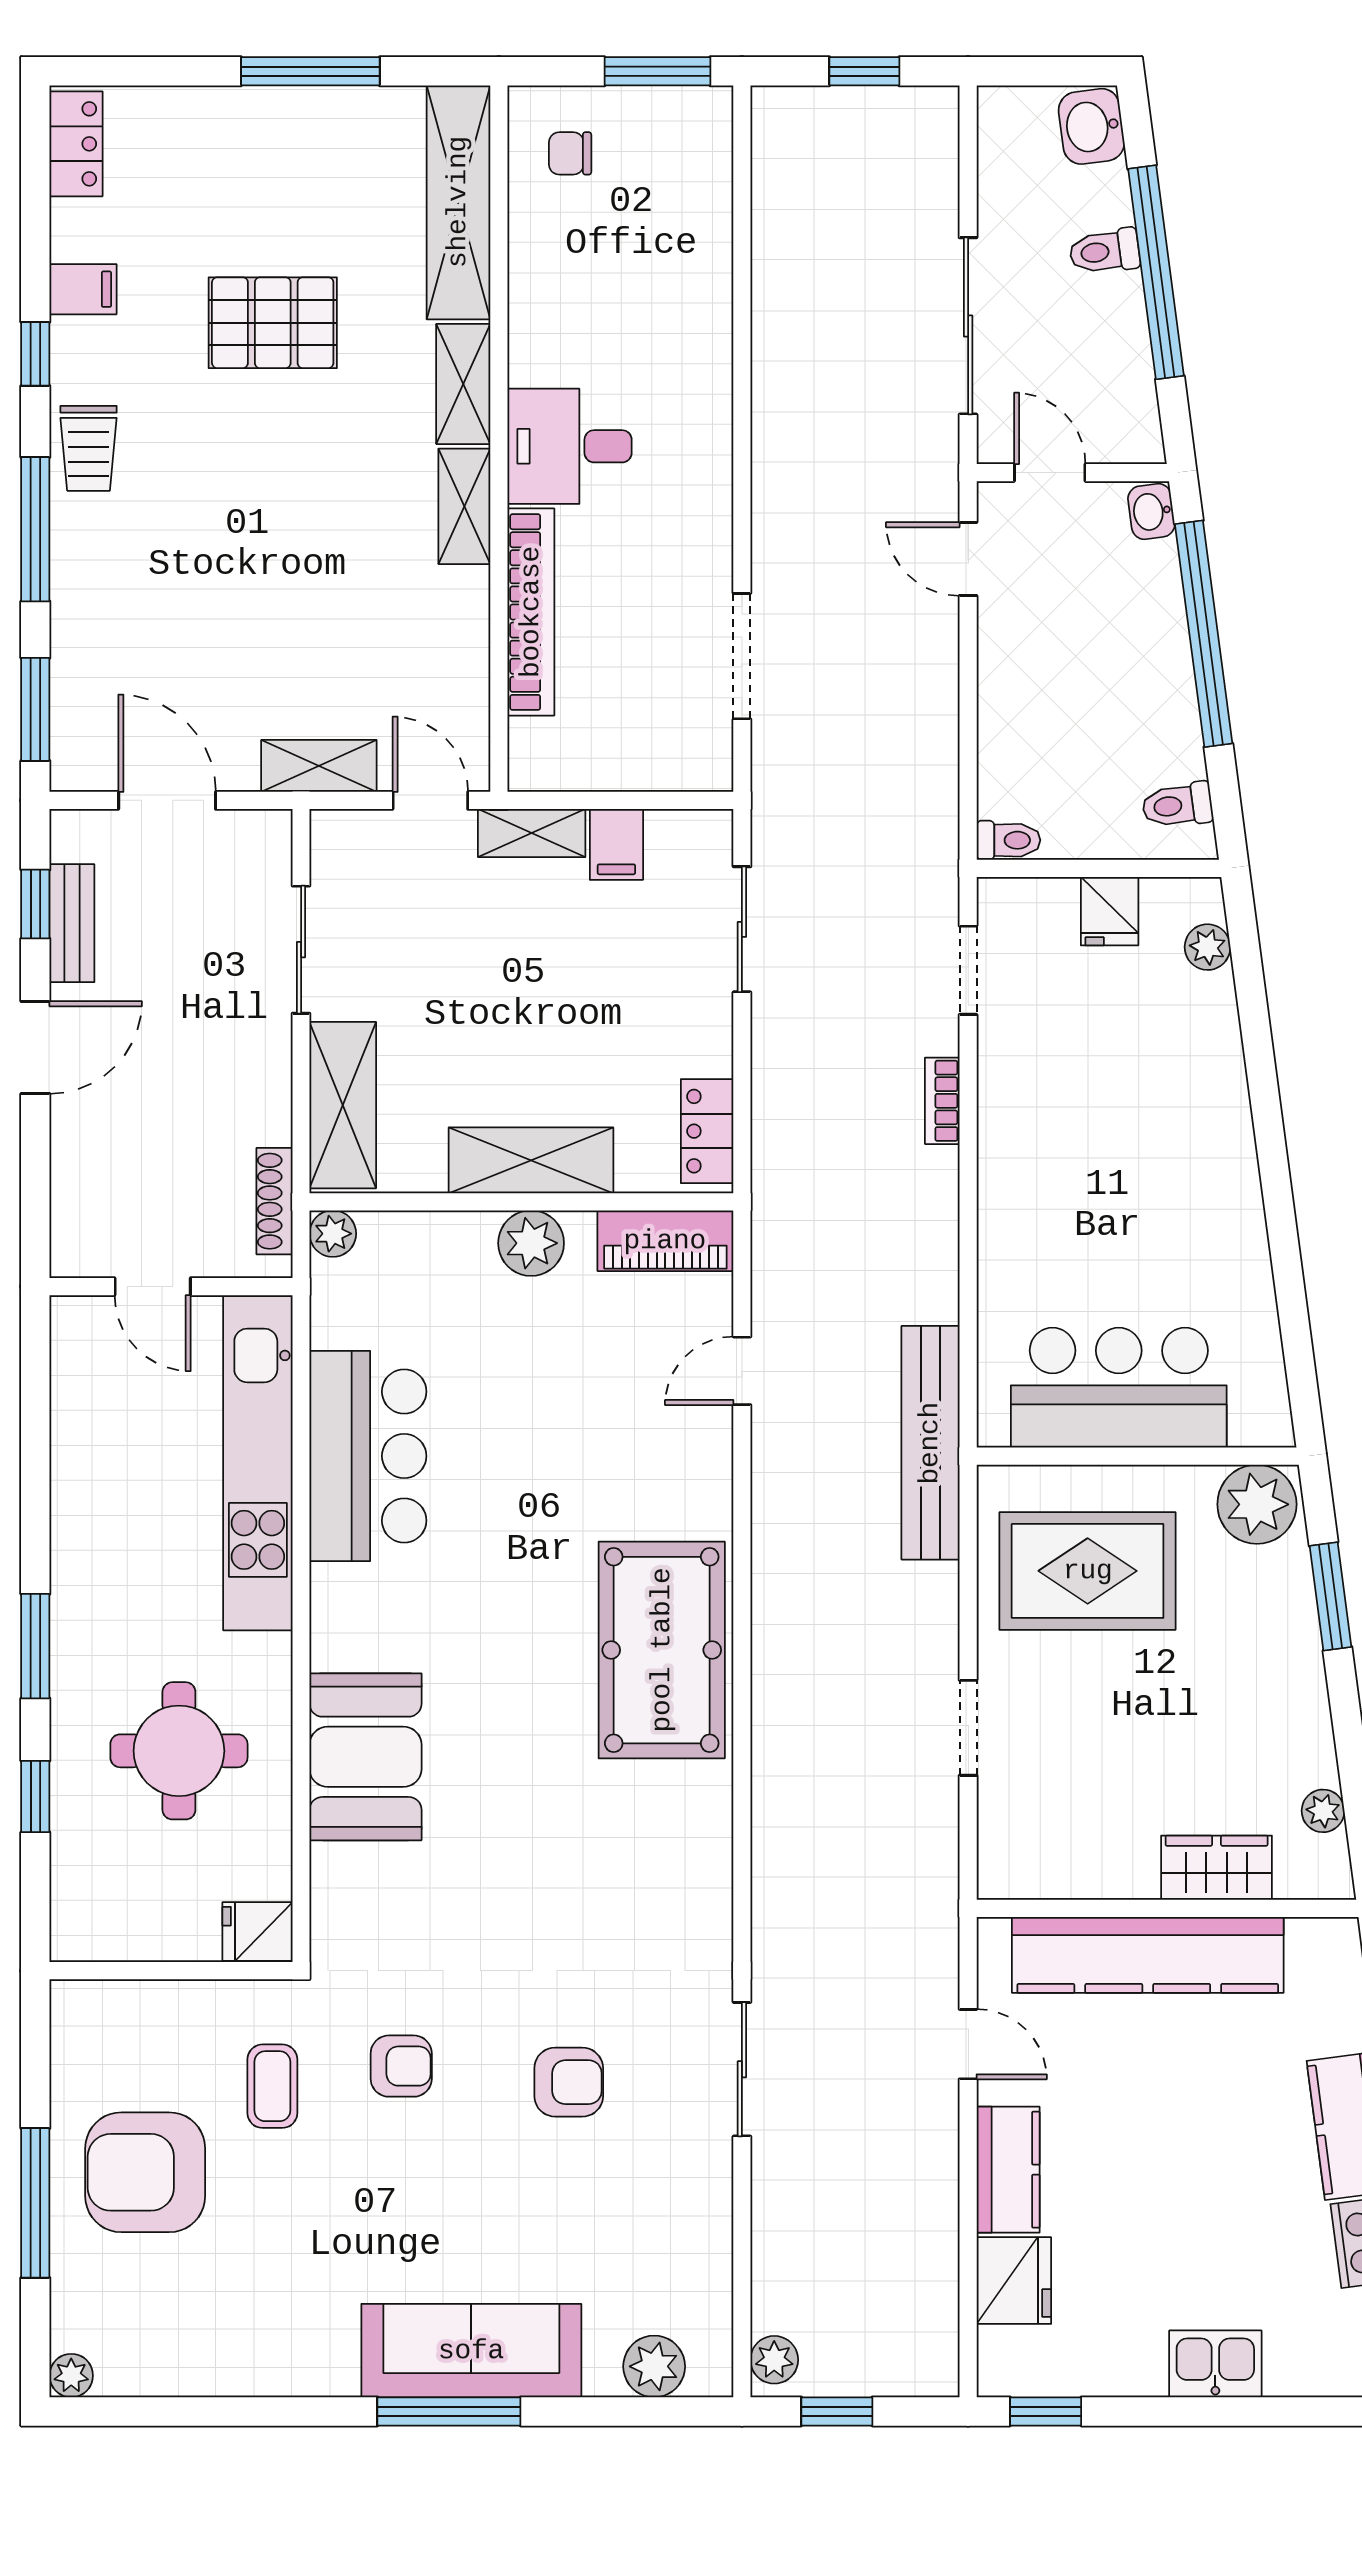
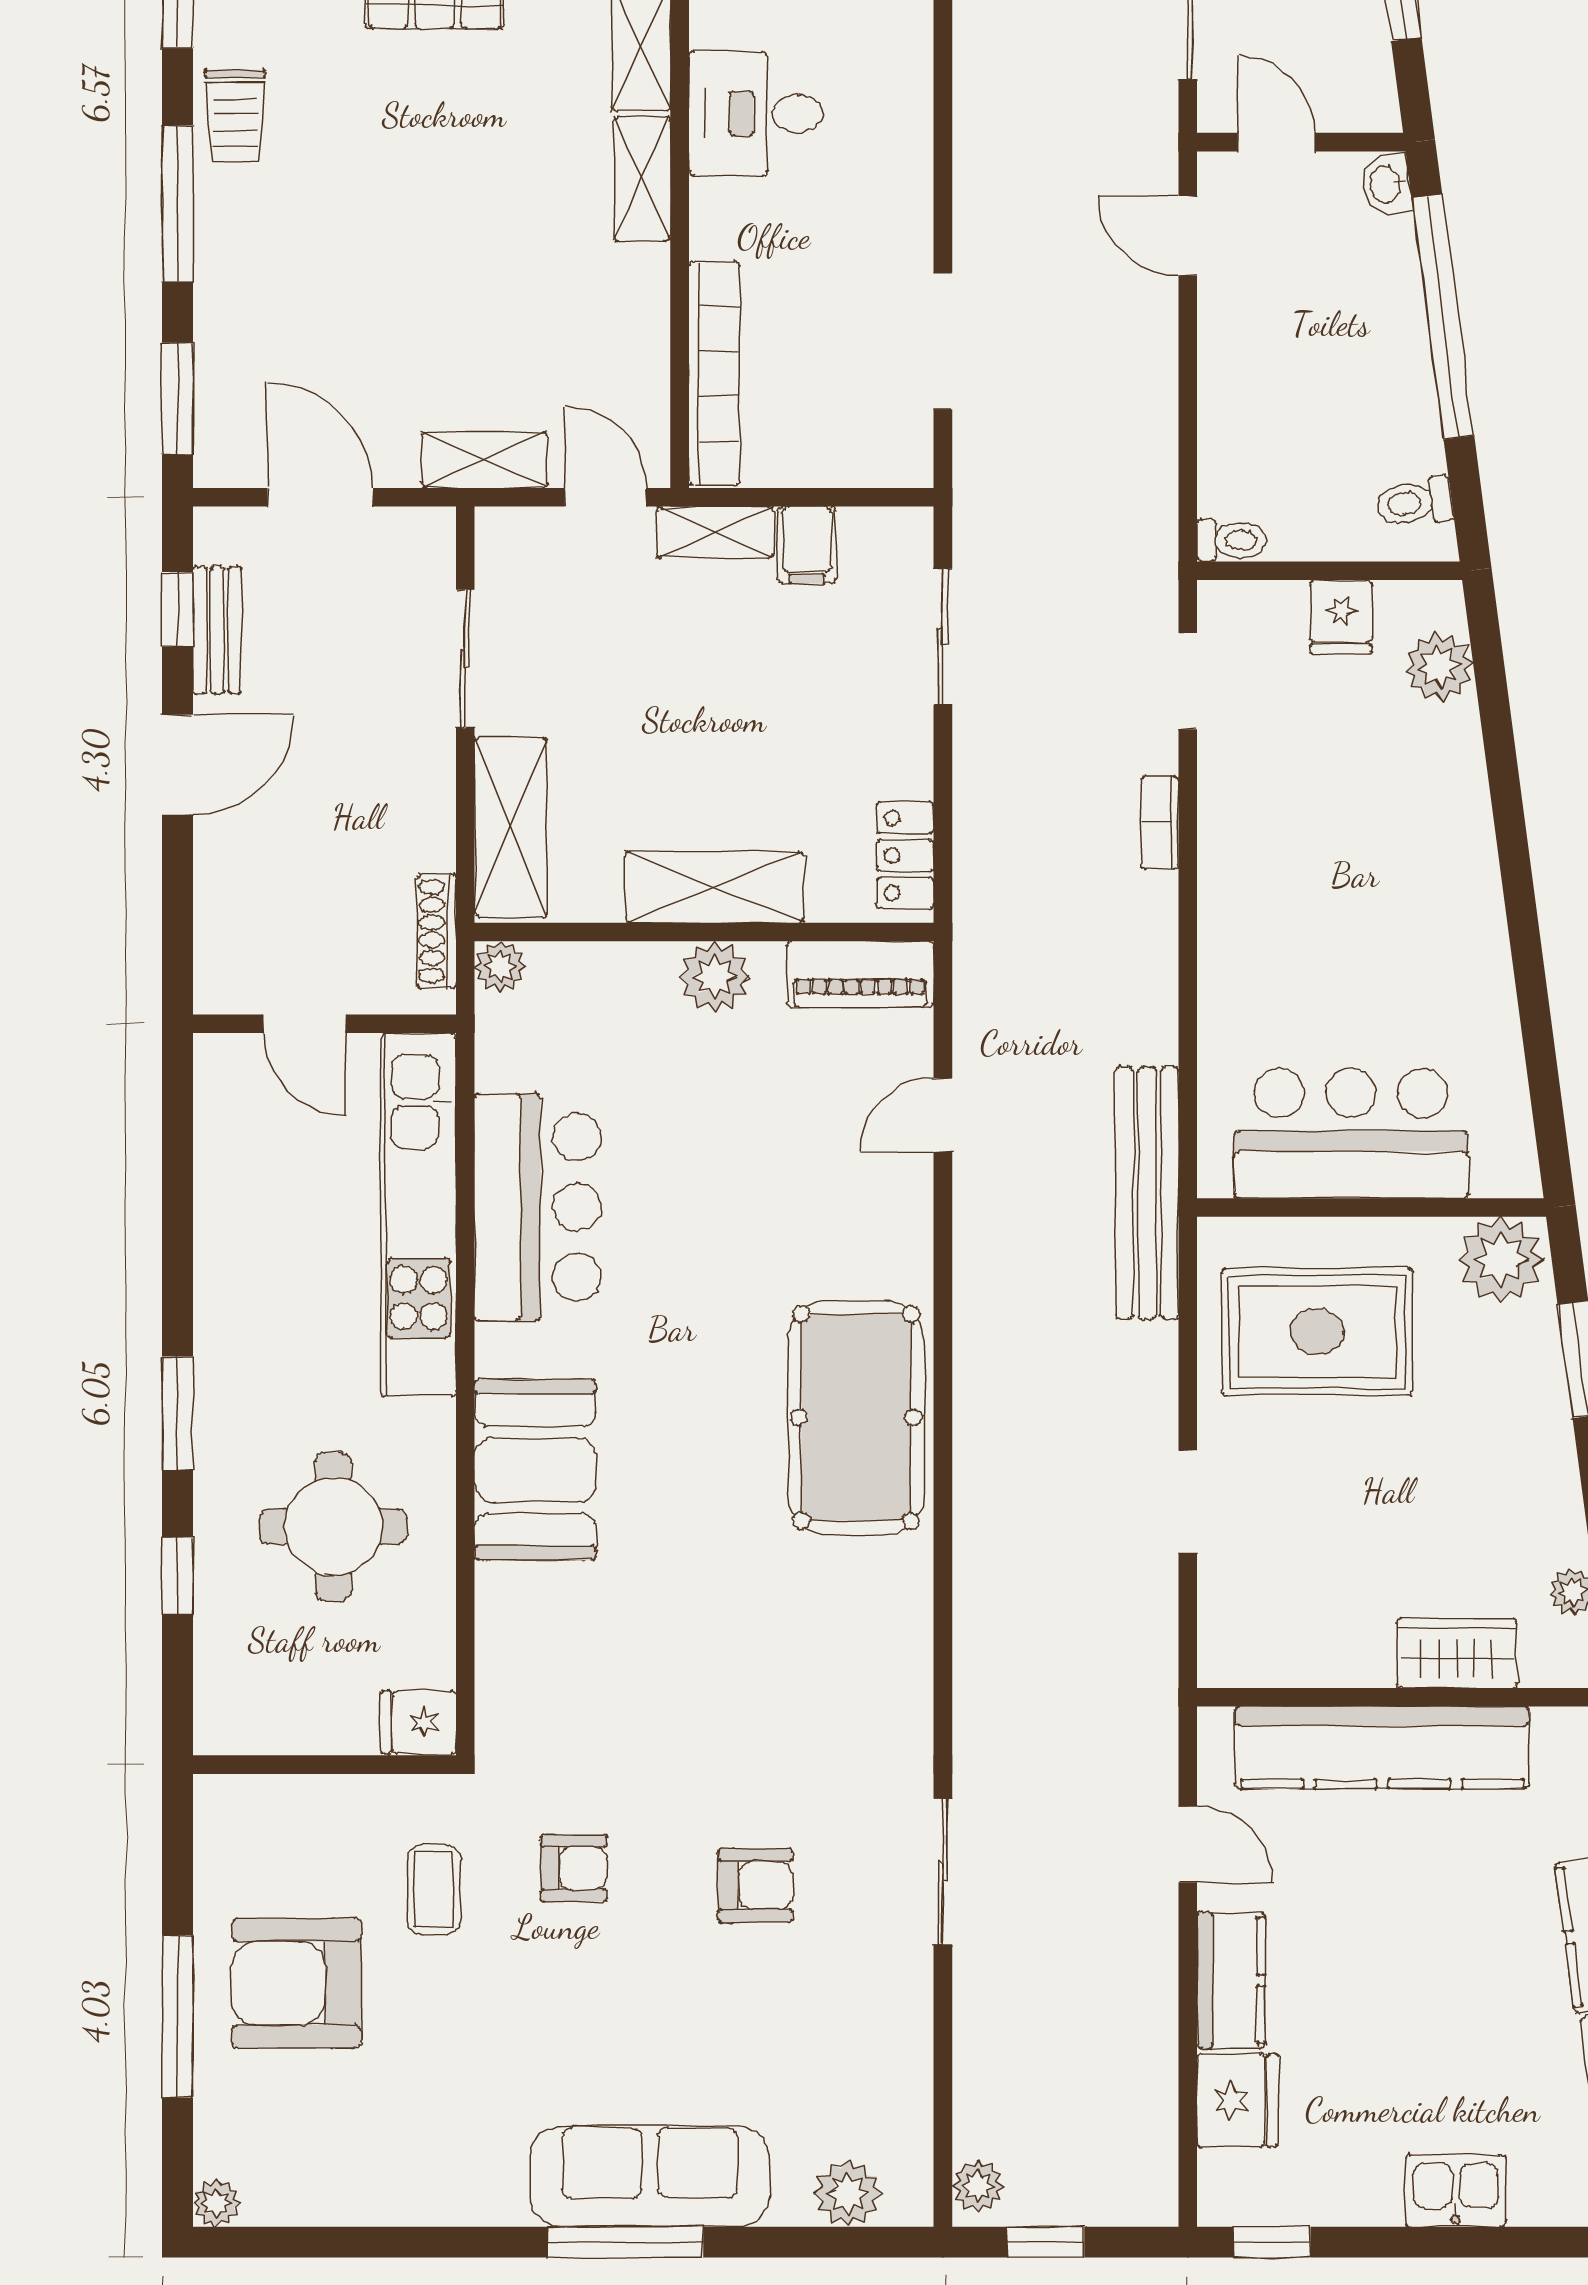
bookcase: (531, 612) -> (714, 374), moved
plant: (1208, 947) -> (1439, 666), width x1.38, depth x1.38
booth: (366, 1757) -> (535, 1470), moved

